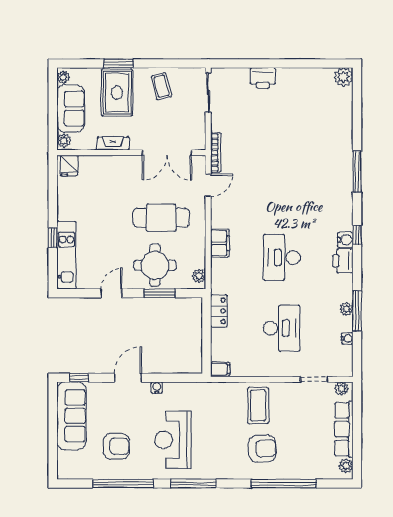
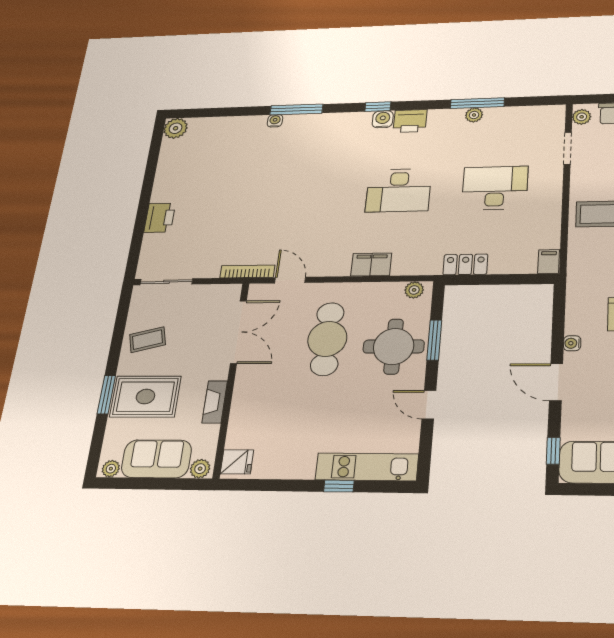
water cooler: (347, 338) -> (275, 121), moved

